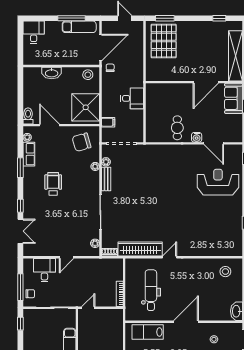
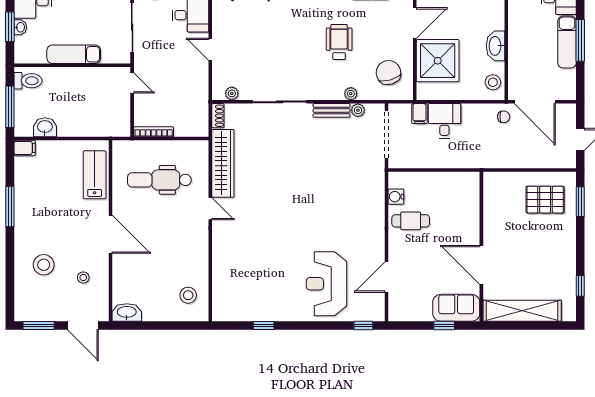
window: (72, 18) -> (580, 40), moved
exam couch: (79, 27) -> (567, 42), moved
pallet: (164, 41) -> (545, 200), width x0.73, depth x0.71
washbasin: (52, 73) -> (495, 46), moved
desk: (132, 98) -> (444, 121), moved, turned 180
shower: (86, 107) -> (438, 61), moved
water cooler: (197, 137) -> (396, 197), moved
reception desk: (218, 182) -> (326, 284), turned 180
wheelchair: (53, 184) -> (339, 42), moved, turned -90
dental chair: (151, 290) -> (159, 180), turned 180

